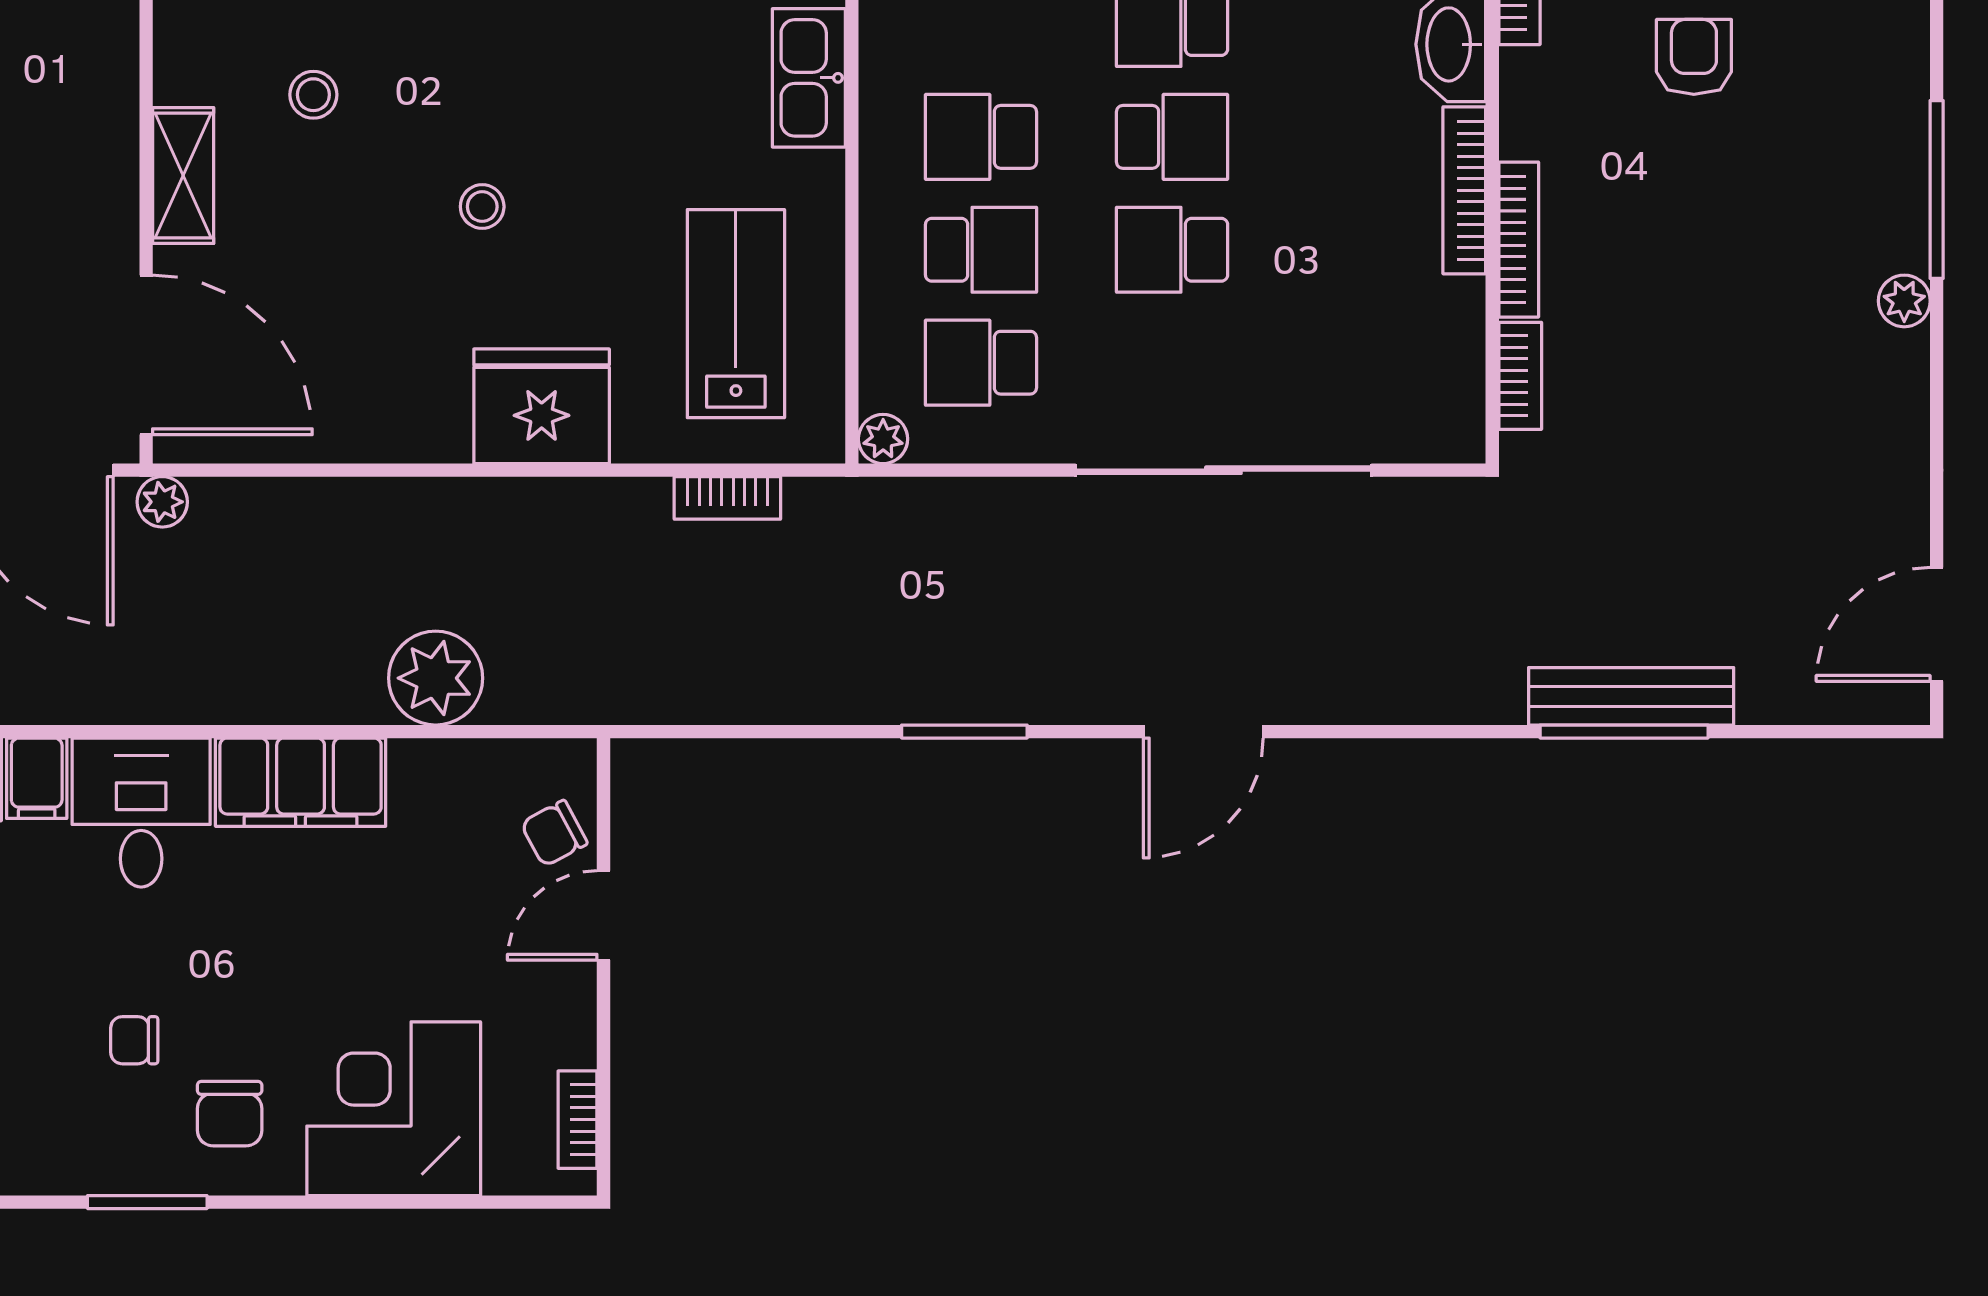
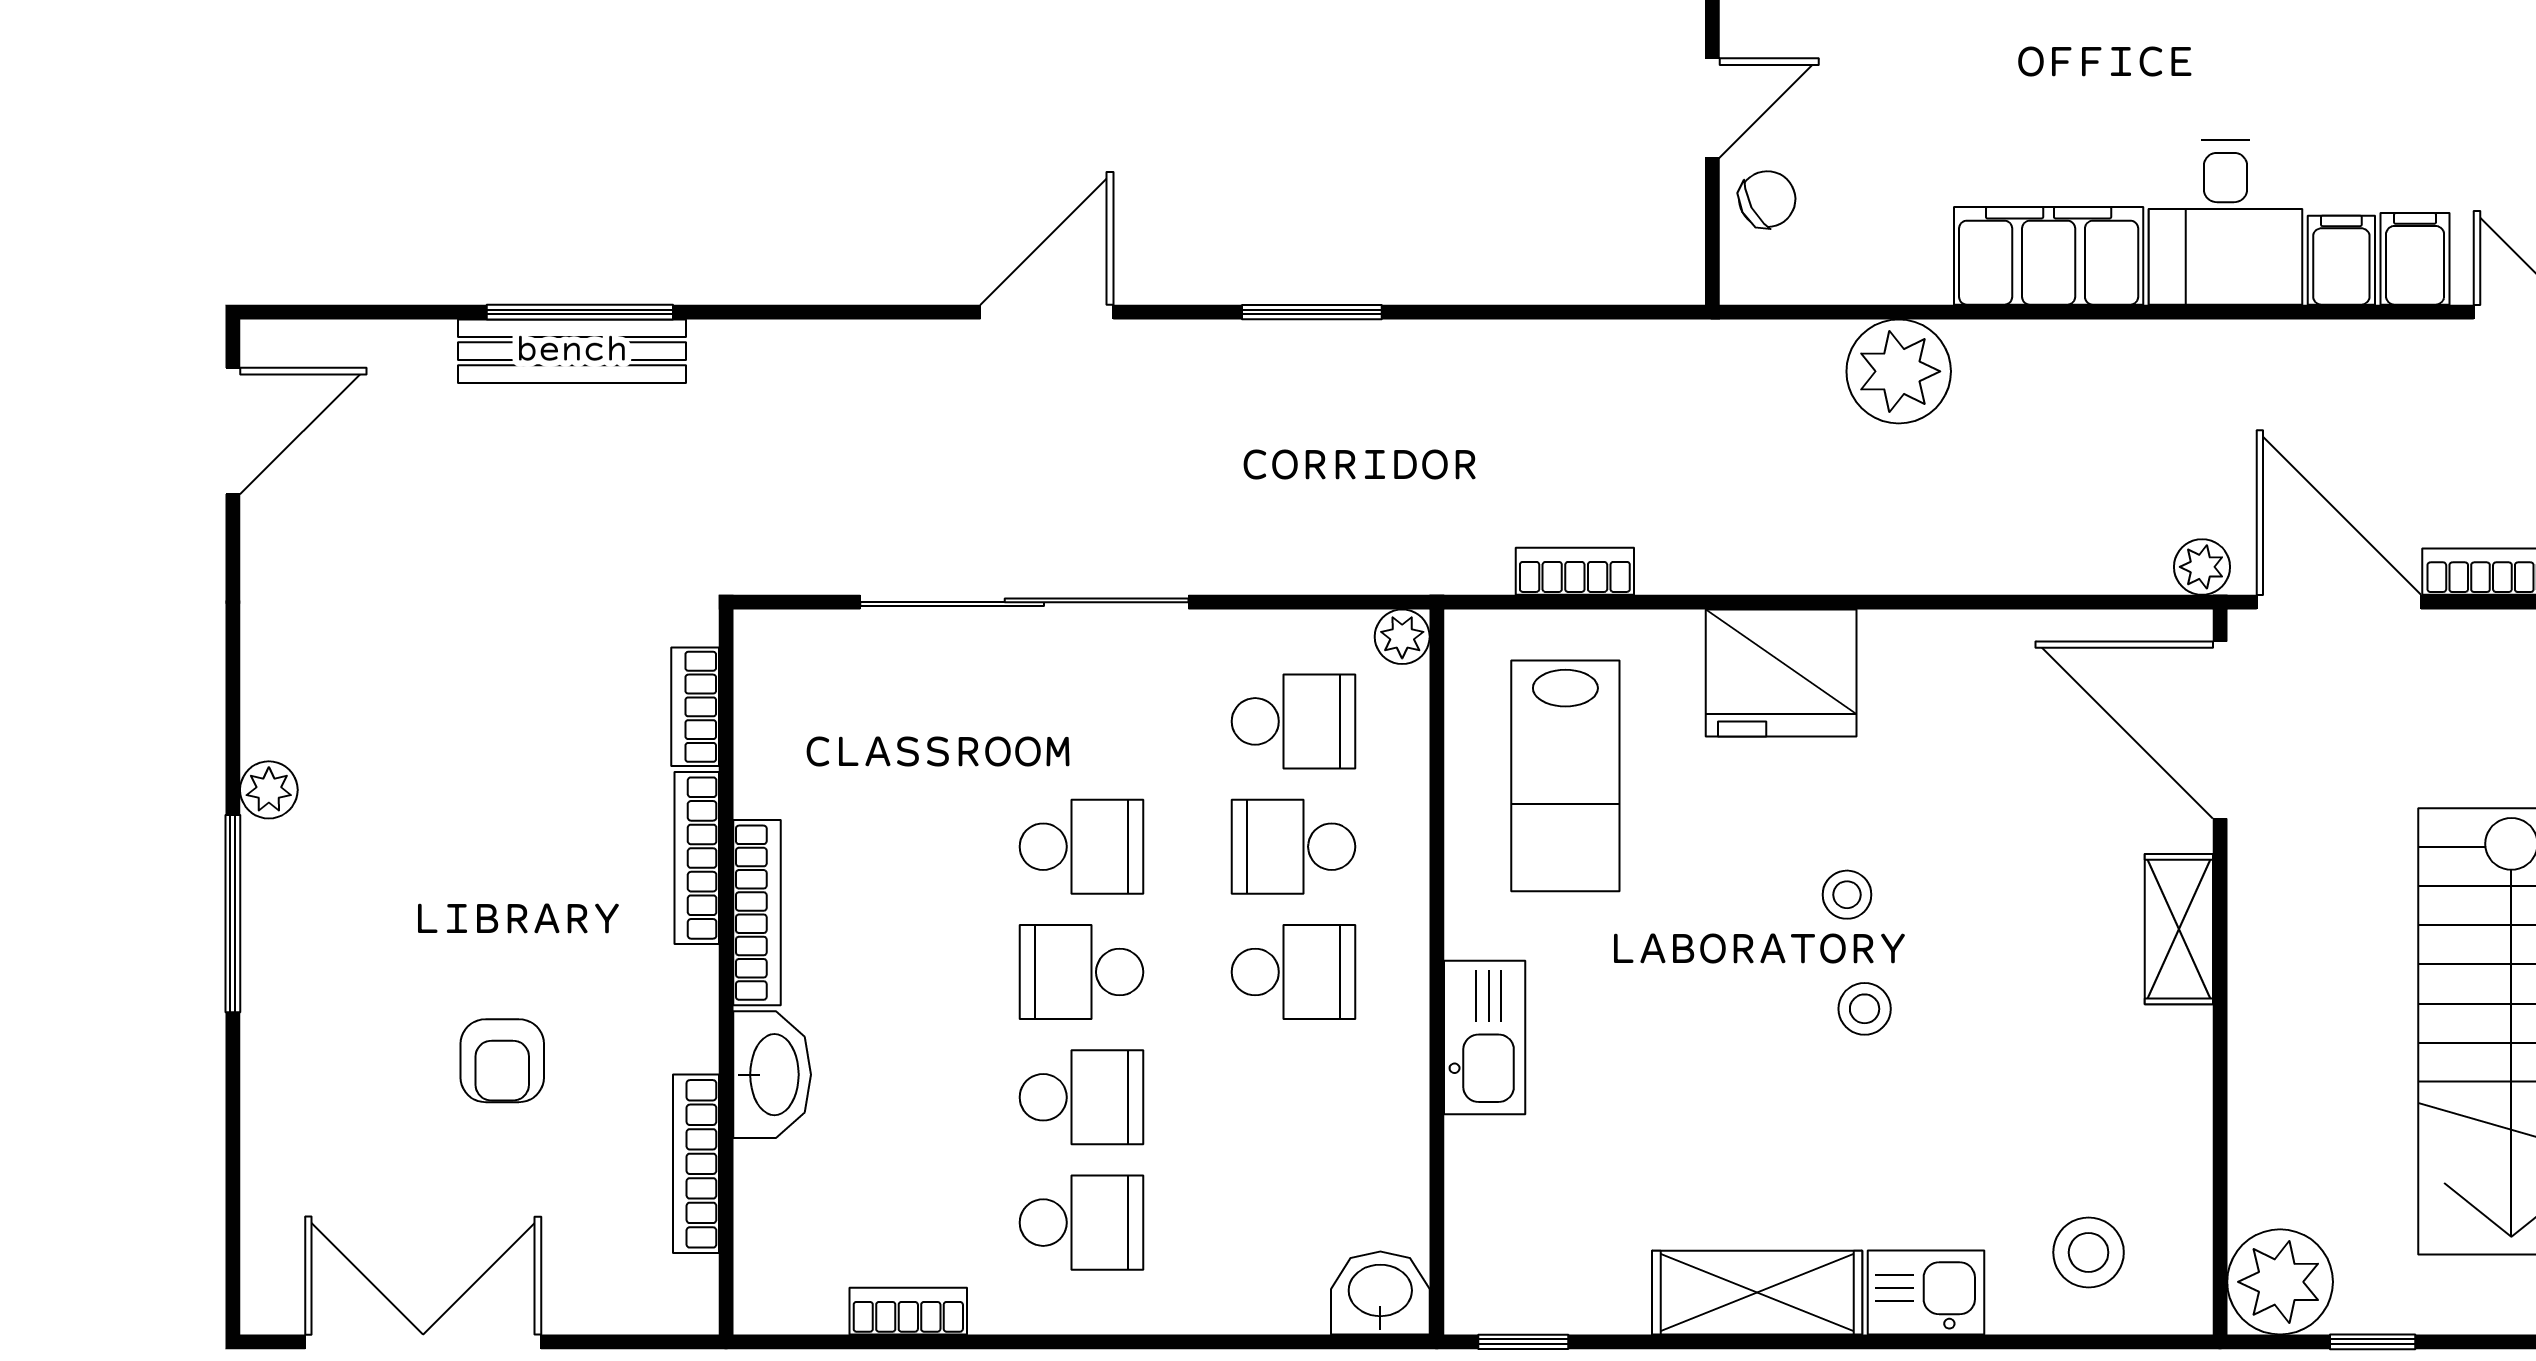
stool: (313, 95) -> (1865, 1009), moved

